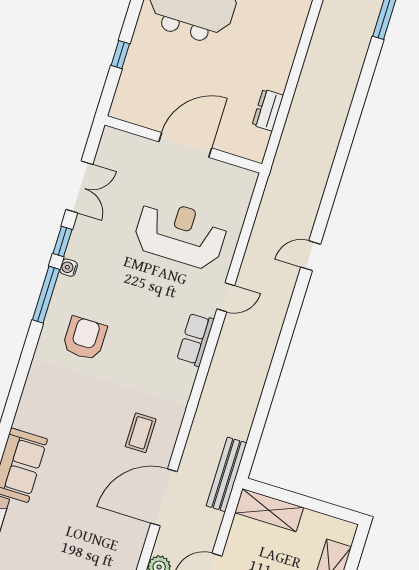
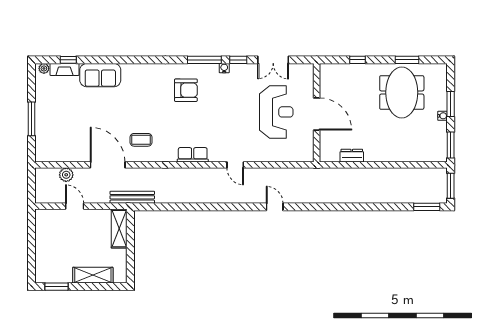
reception desk: (180, 234) -> (276, 112), moved
row of seats: (195, 339) -> (193, 155), moved

